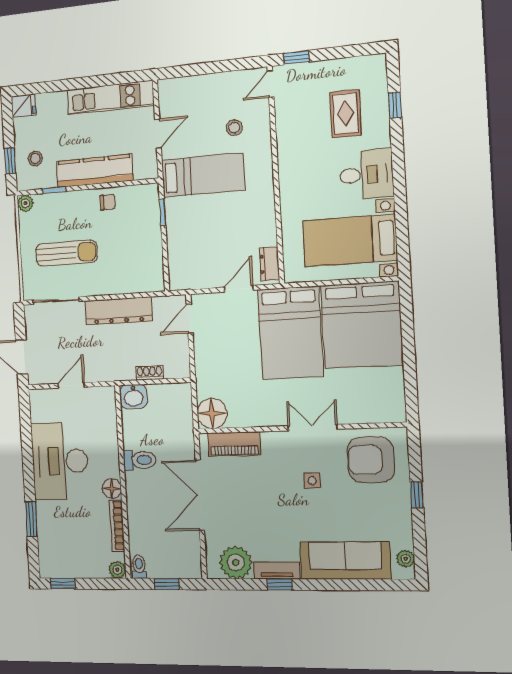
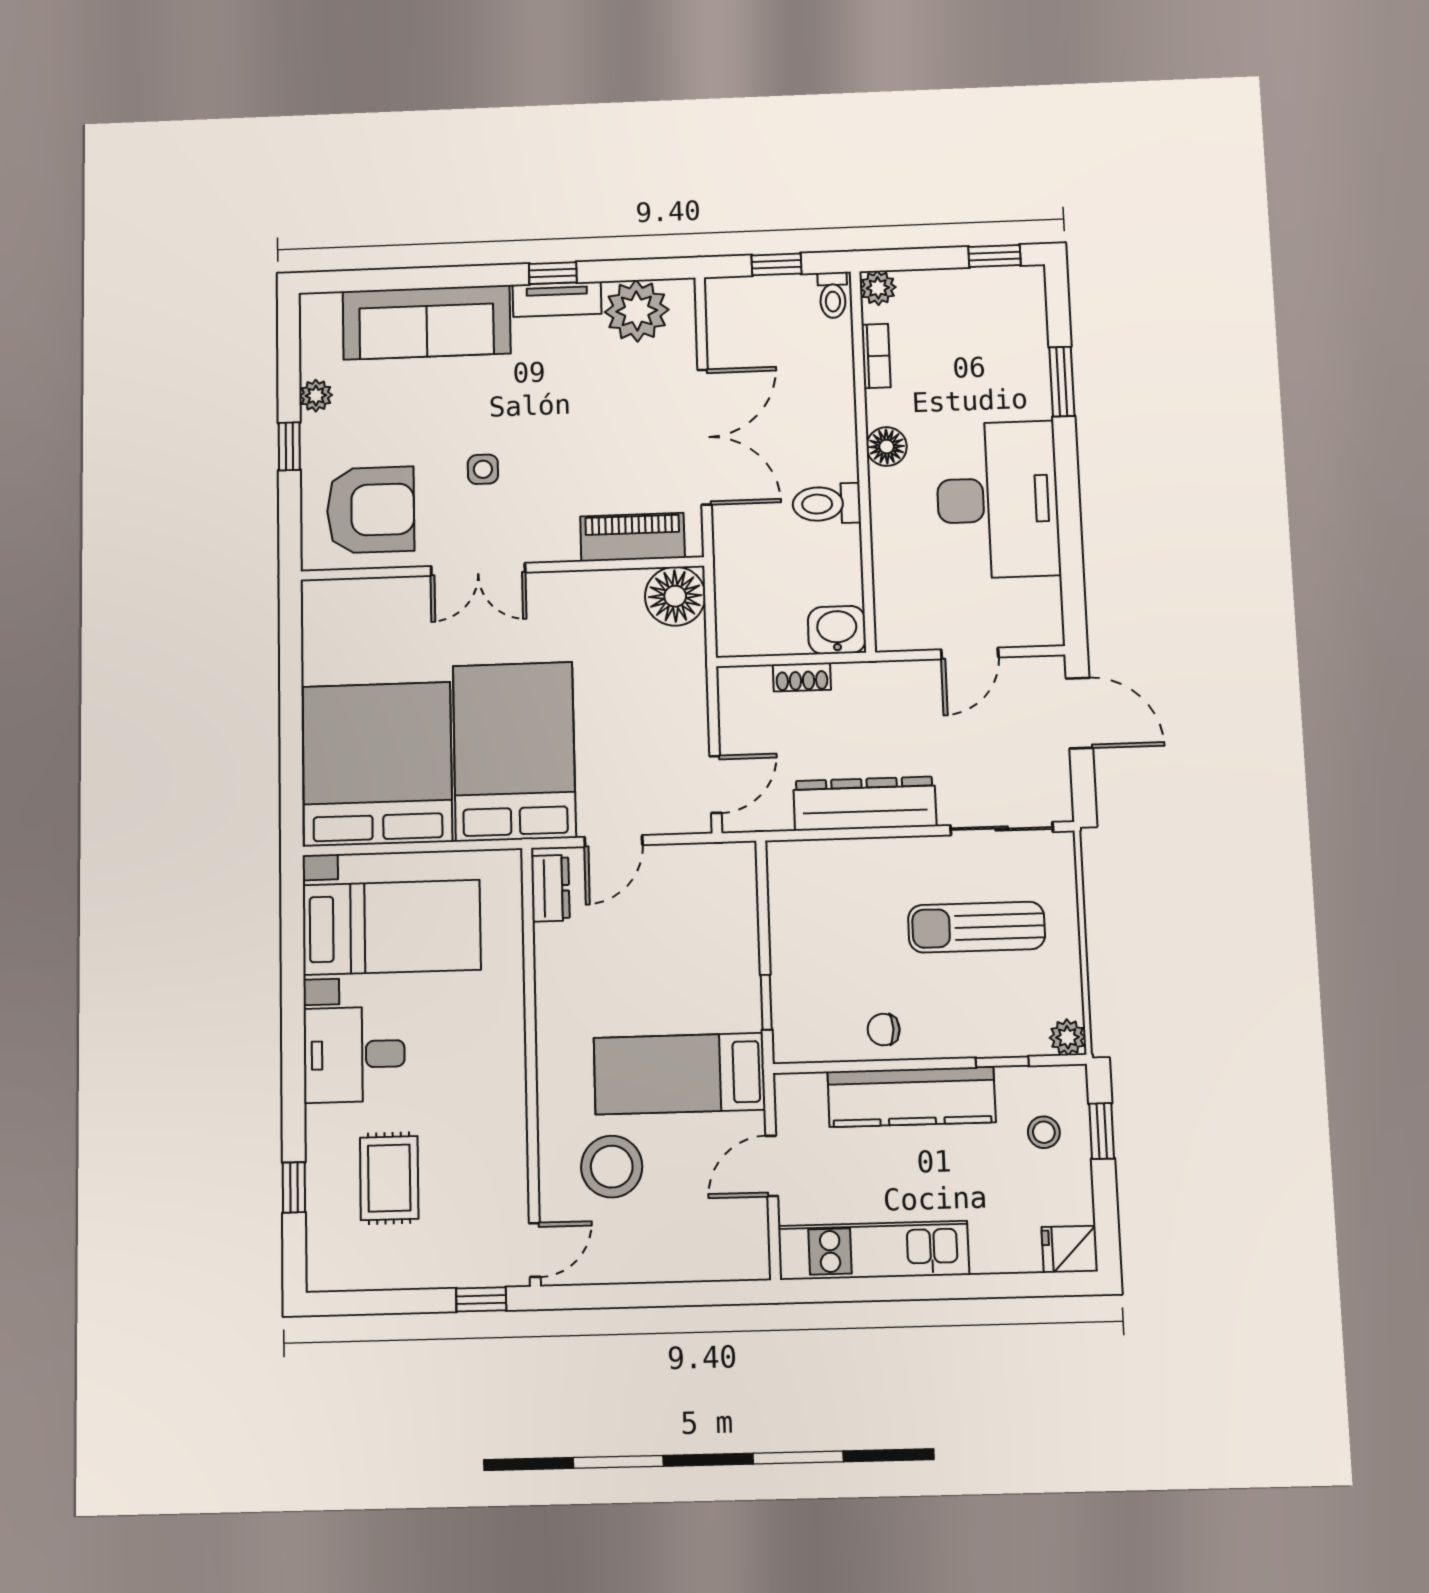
stool: (234, 128) -> (612, 1167), width x1.89, depth x1.89
bookcase: (117, 526) -> (876, 356), width x0.64
plant: (406, 559) -> (316, 396), moved

